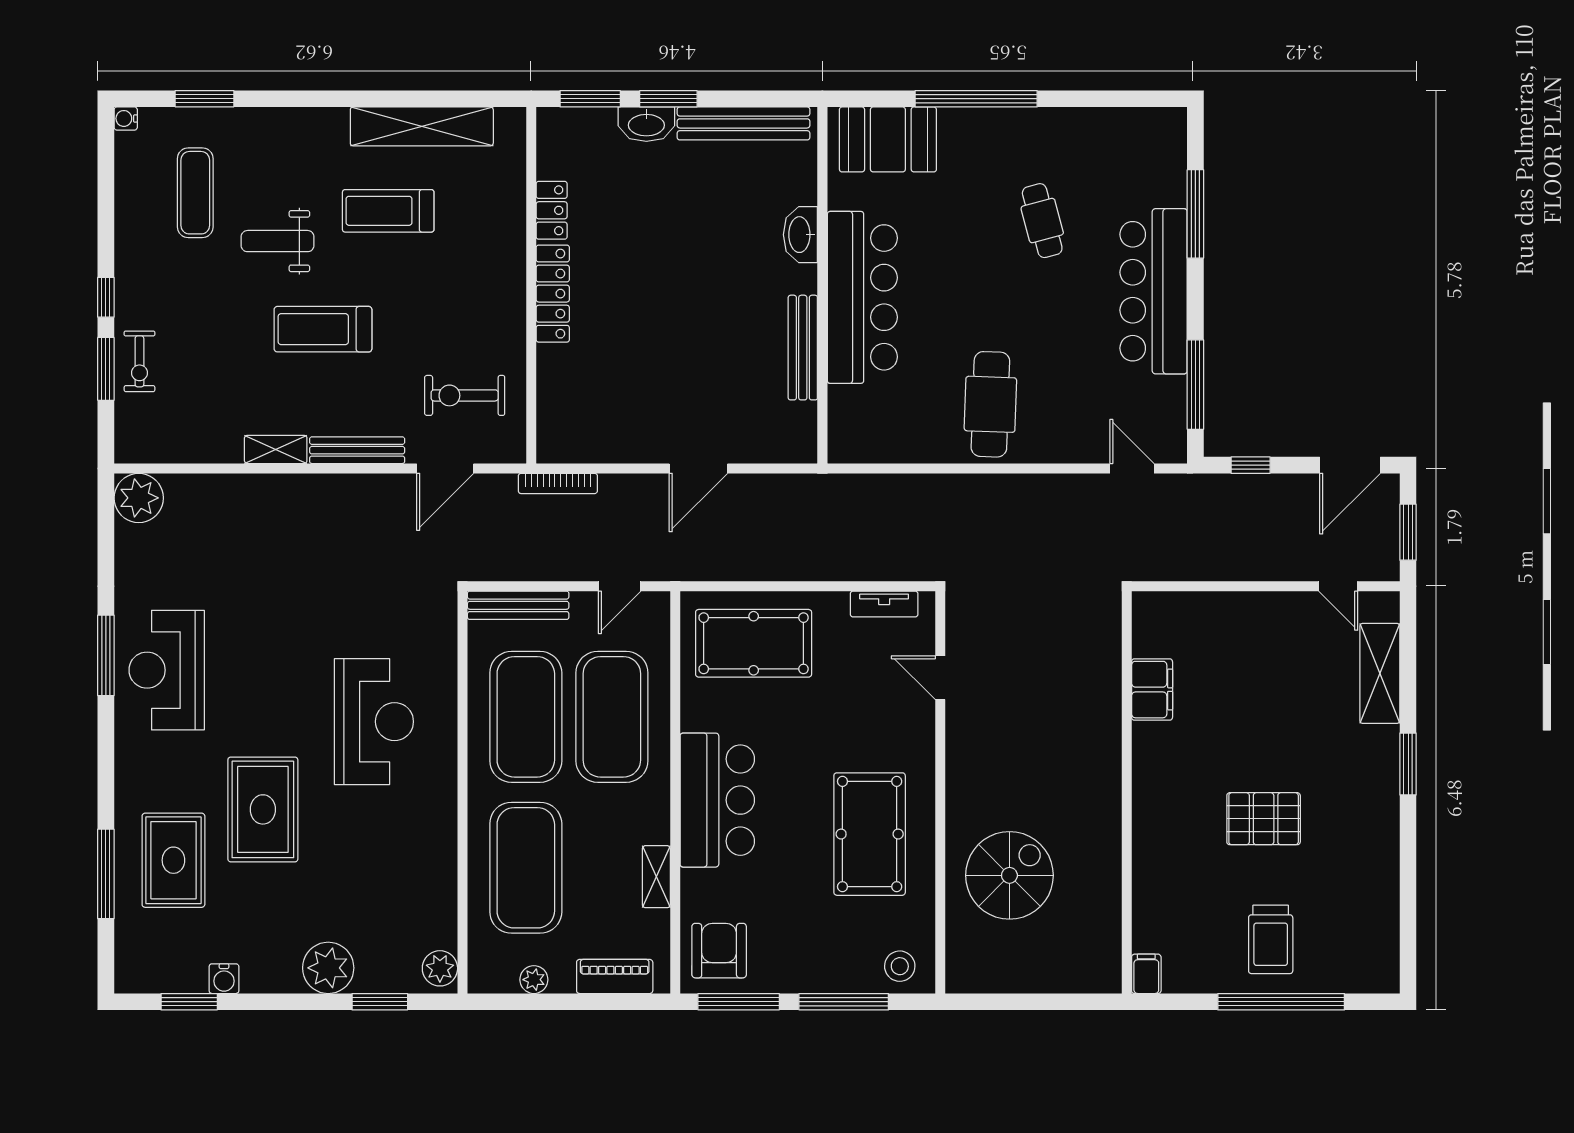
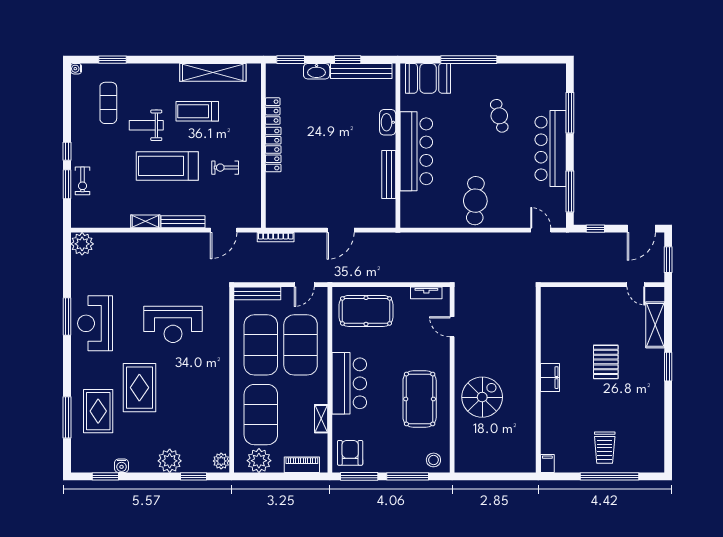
window: (668, 99) -> (348, 60), moved
treadmill: (323, 329) -> (167, 166), width x1.37, depth x1.38
exercise bike: (465, 395) -> (225, 168), moved, width x0.73, depth x0.72
filing cabinet: (1152, 690) -> (550, 378), moved
reception desk: (374, 722) -> (173, 324), moved, turned 90
pallet: (1264, 819) -> (606, 362), moved, turned 90
spiral stairs: (1009, 875) -> (482, 397), moved
plant: (534, 980) -> (259, 461), width x1.87, depth x1.87

